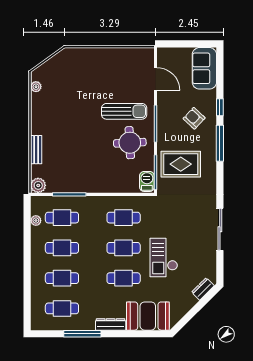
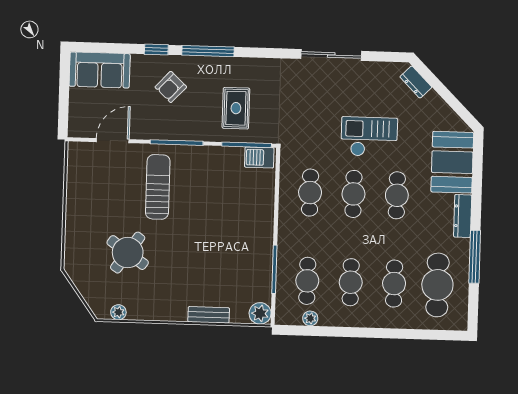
round table: (130, 143) -> (128, 253), moved, turned 38
rug: (181, 164) -> (236, 108), width x0.73, depth x0.70
checkout: (164, 258) -> (369, 137), turned 180
cafe table: (62, 308) -> (437, 285), width x1.37, depth x1.35

